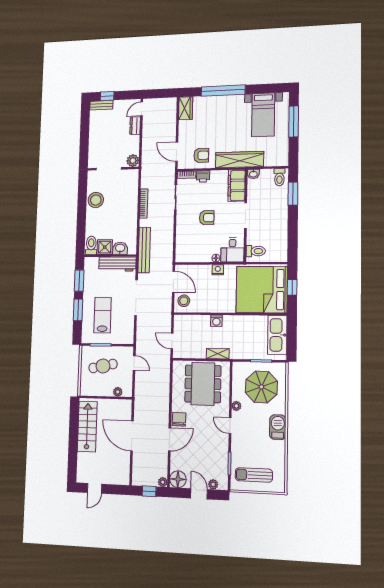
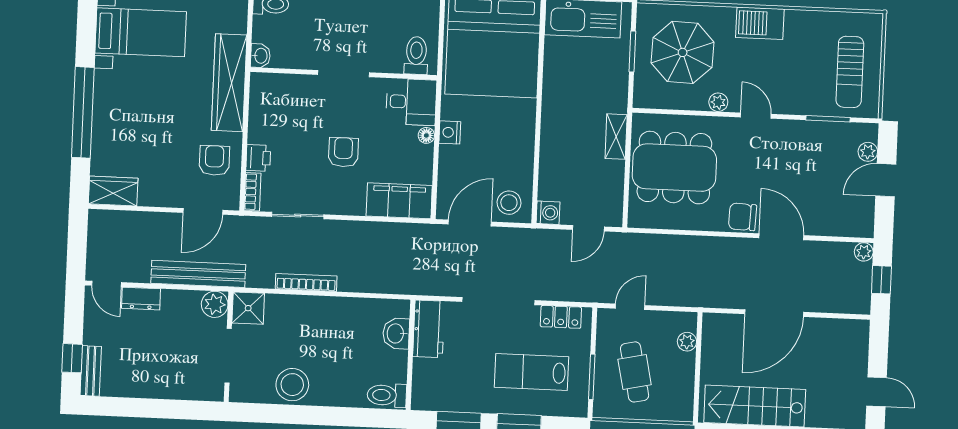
filing cabinet: (237, 186) -> (399, 201), moved, turned 180
shower: (105, 247) -> (248, 308), moved
bench: (144, 250) -> (198, 274), moved
workbench: (117, 264) -> (429, 329), width x0.73
washing machine: (216, 321) -> (548, 213), moved
locker: (129, 329) -> (561, 317), added
door: (230, 426) -> (756, 116), swing flipped
floor lamp: (178, 479) -> (858, 221), removed

